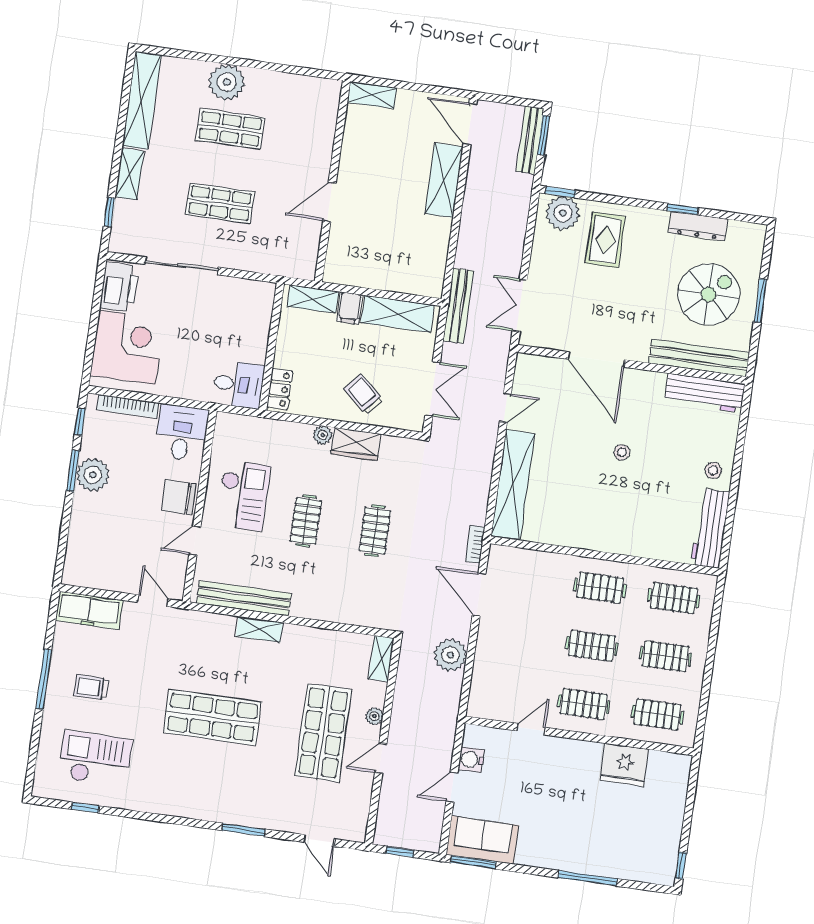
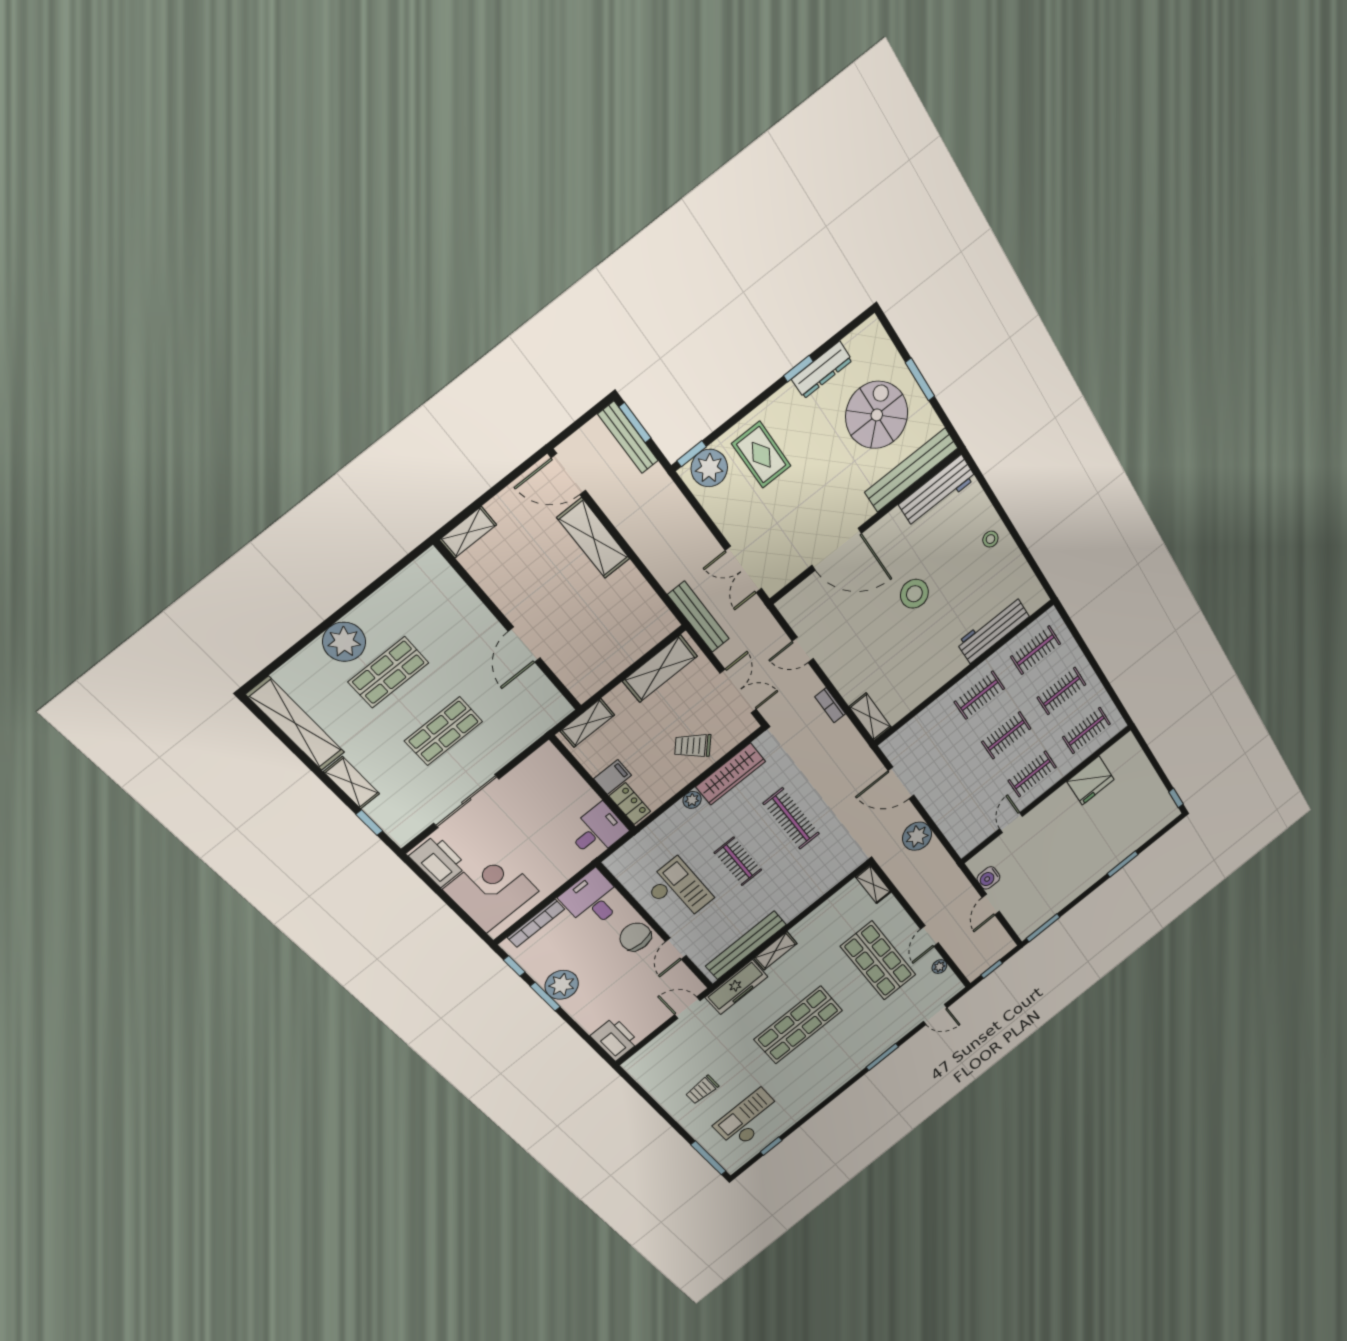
filing cabinet: (350, 308) -> (613, 777), moved, turned -90
door: (505, 408) -> (803, 650), swing flipped
wardrobe: (356, 444) -> (731, 774), width x1.50
stool: (622, 452) -> (914, 594), width x1.89, depth x1.89
shelving: (513, 485) -> (870, 717), width x0.45, depth x0.75
chair: (179, 497) -> (635, 937), turned 90
workbench: (710, 528) -> (993, 630), moved, turned 90
clothes rail: (375, 531) -> (791, 819), width x1.36
bookcase: (475, 544) -> (830, 705), moved
printer: (80, 564) -> (615, 1039), added
freezer: (89, 610) -> (736, 987), moved
window: (44, 679) -> (708, 1158), moved
plant: (374, 716) -> (939, 967), moved
sofa: (483, 840) -> (1038, 911), removed
window: (587, 878) -> (1123, 864), width x0.69

